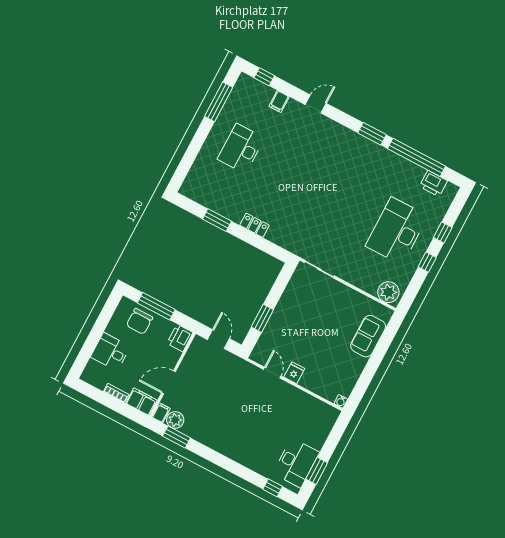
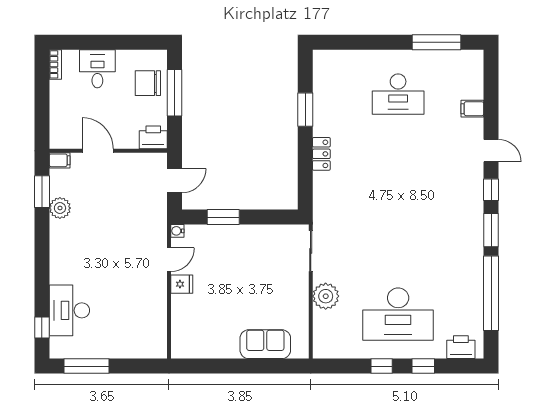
window: (264, 77) -> (491, 190), moved
desk: (241, 149) -> (398, 94), turned 180
printer: (433, 183) -> (461, 347), moved, turned 90
desk: (397, 231) -> (398, 314), turned 180
plant: (388, 292) -> (326, 296), moved
bookcase: (116, 393) -> (55, 64), moved
water cooler: (341, 401) -> (177, 231), moved
filing cabinet: (141, 402) -> (60, 132), removed
plant: (175, 420) -> (60, 208), moved
desk: (296, 463) -> (69, 310), moved, turned 90
window: (317, 471) -> (86, 366), width x1.44

